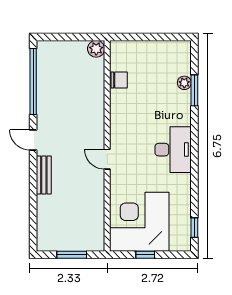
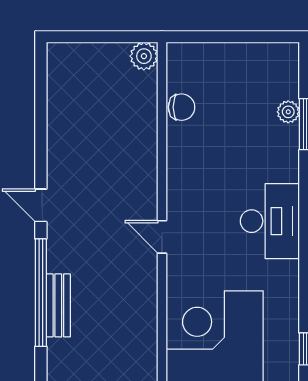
window: (33, 81) -> (41, 293), moved
bench: (44, 175) -> (58, 305), moved

